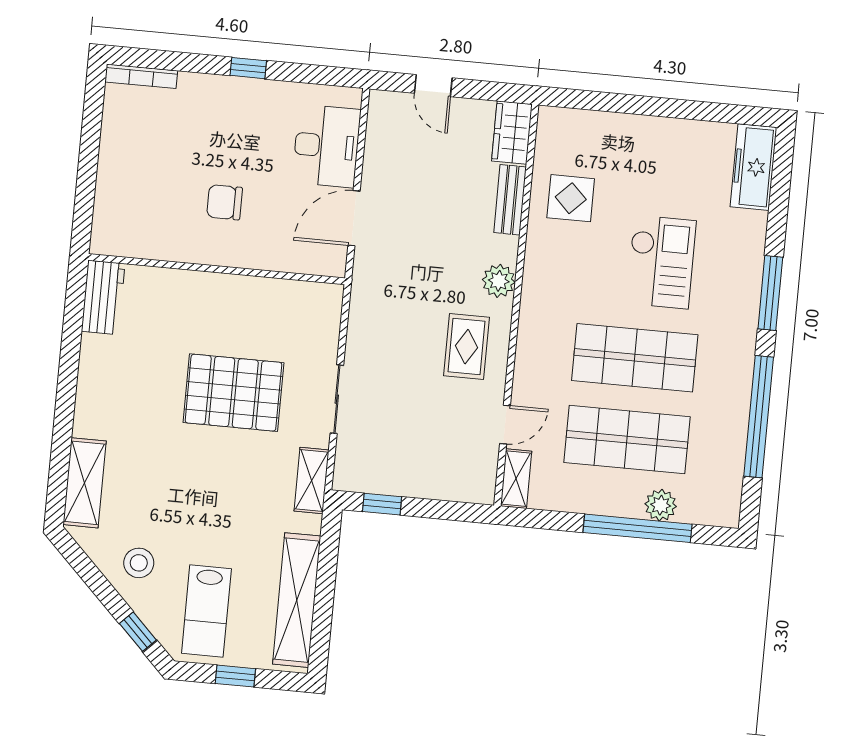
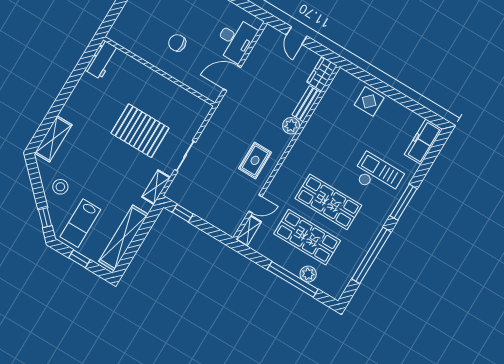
display table: (571, 198) -> (369, 101), moved
checkout: (661, 262) -> (378, 175), moved, turned -90
plant: (499, 281) -> (291, 126), moved

